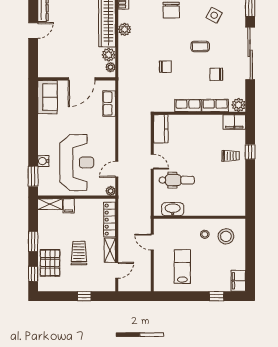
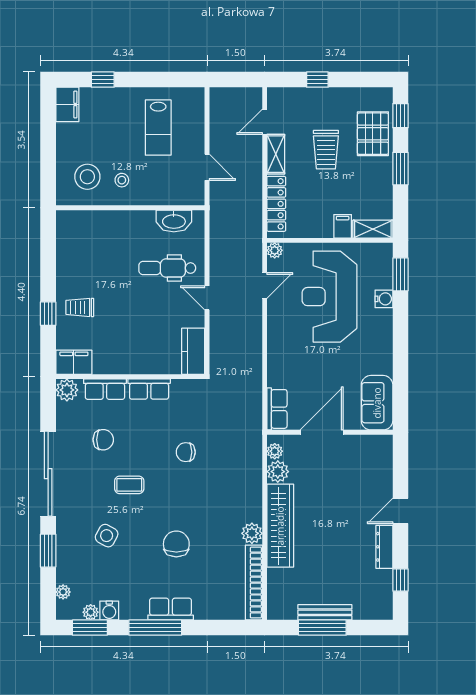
plant: (125, 29) -> (252, 533), moved
row of seats: (109, 104) -> (277, 409), moved

